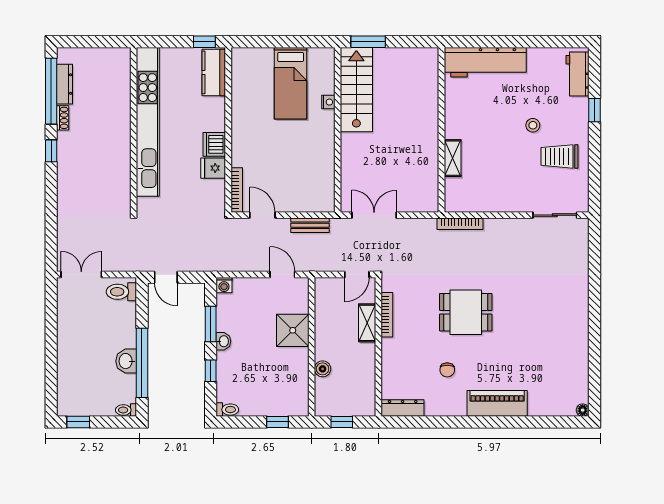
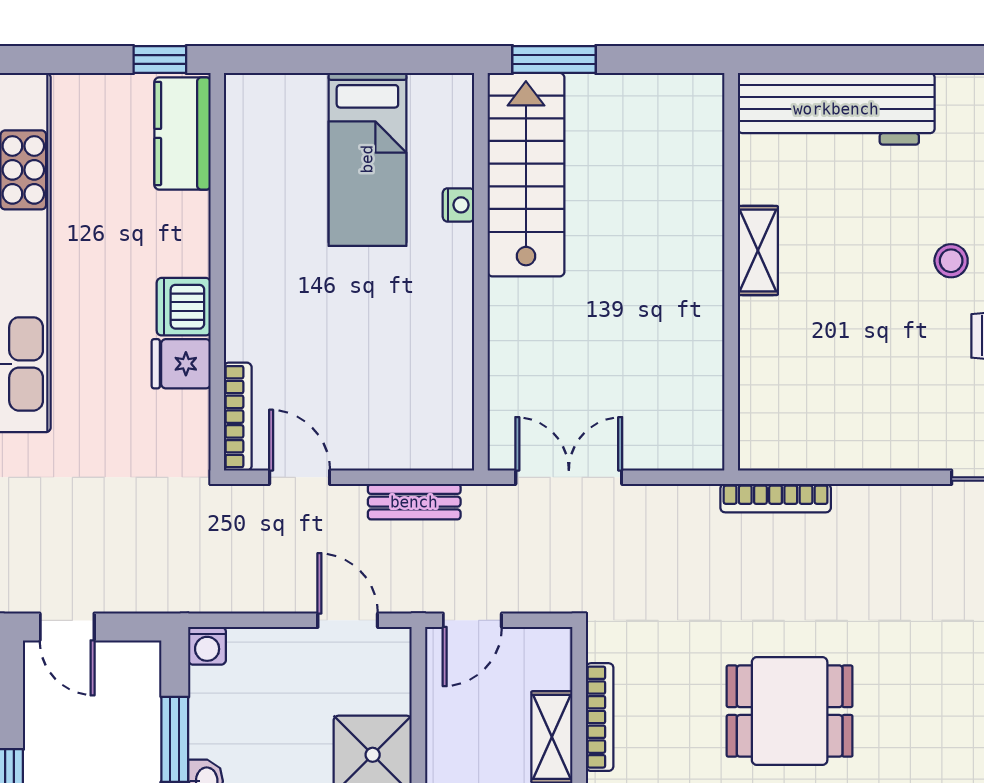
shelving: (453, 158) -> (758, 250), moved
door: (357, 275) -> (472, 620), moved

